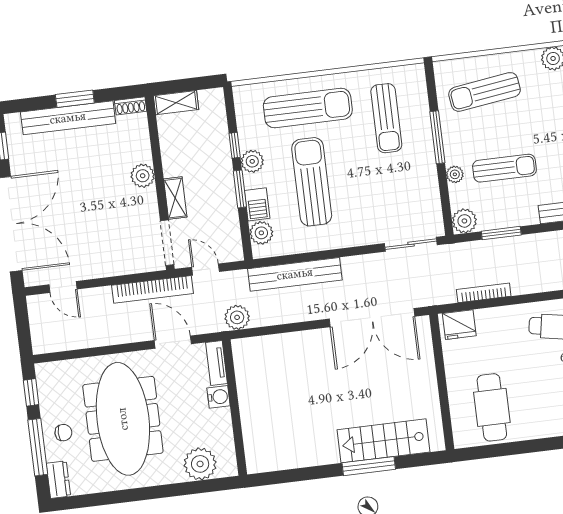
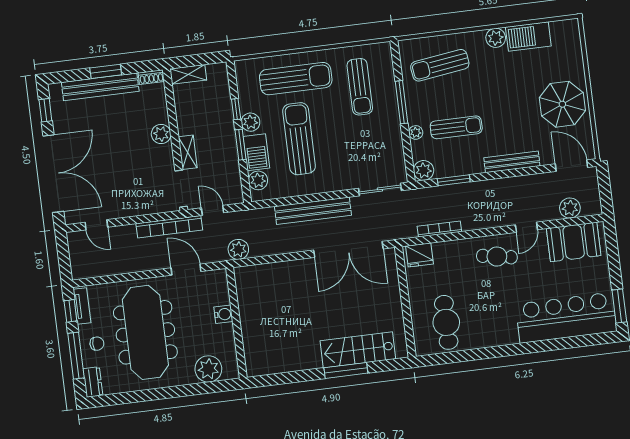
barbecue: (257, 204) -> (256, 152), width x1.38, depth x1.27
bench: (295, 274) -> (313, 211), moved
tv unit: (216, 363) -> (82, 306), moved, turned 180

